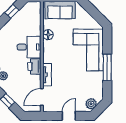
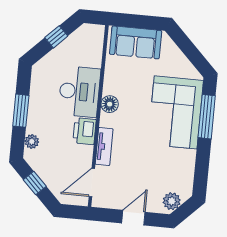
floor lamp: (48, 35) -> (110, 104), moved
desk: (29, 47) -> (79, 92), width x1.37
window: (107, 67) -> (207, 117), moved

